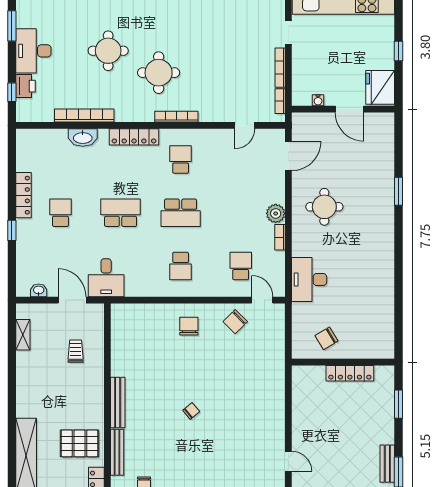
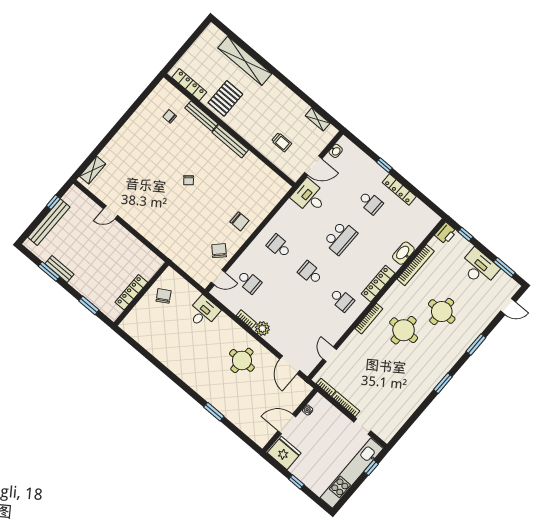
printer: (26, 86) -> (446, 233), moved, turned -90
school desk: (181, 213) -> (310, 273), width x0.54
desk: (309, 279) -> (203, 312), width x0.73

